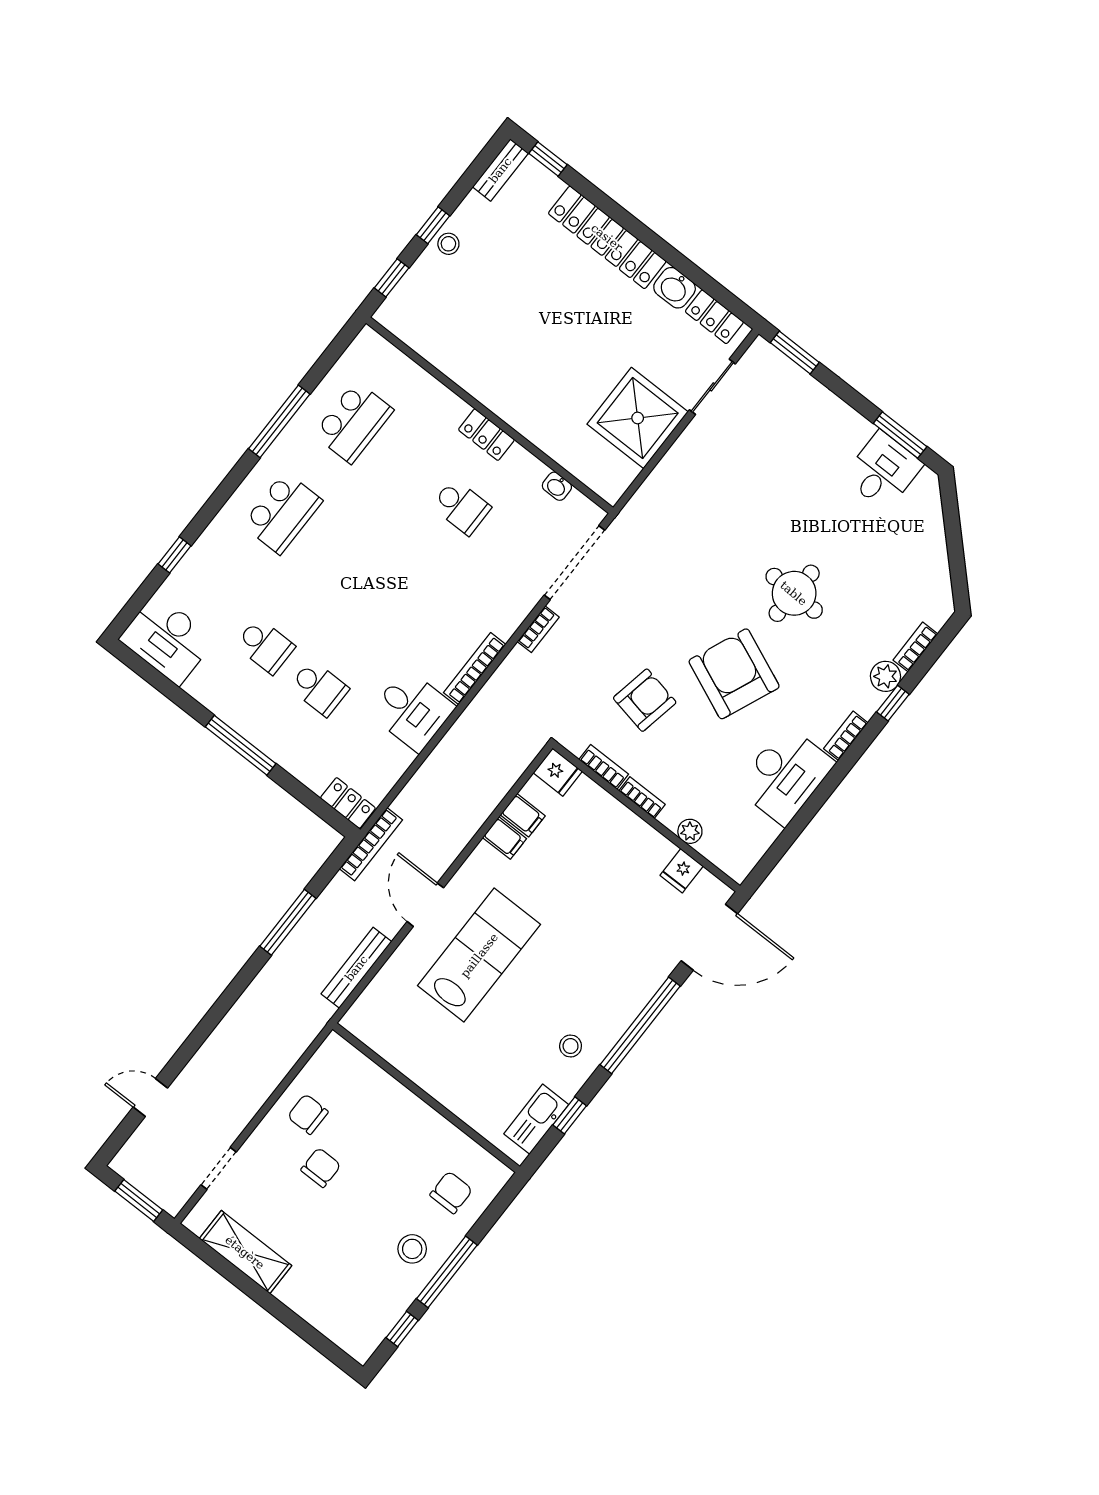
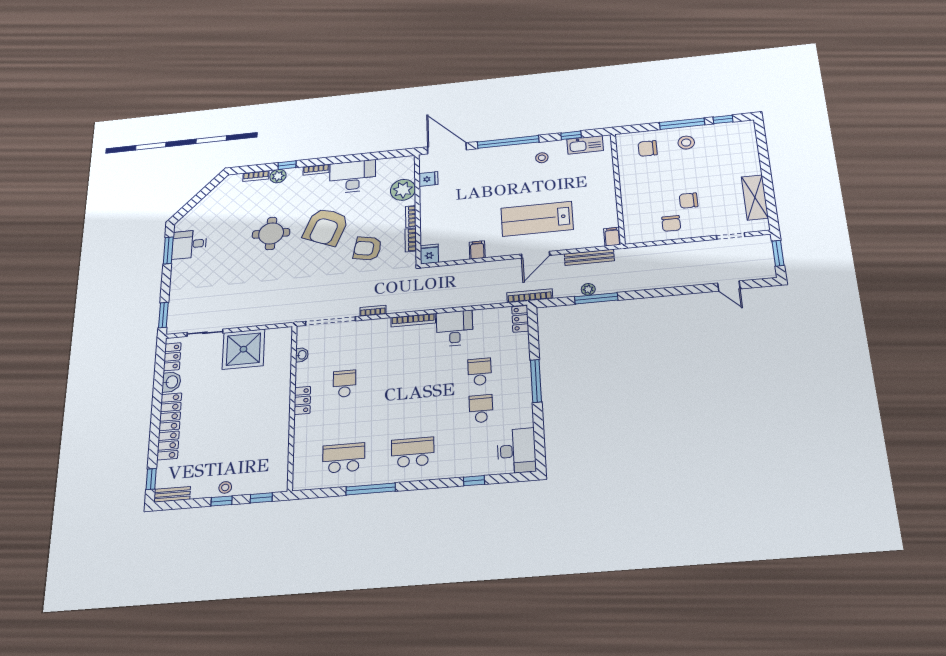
filing cabinet: (523, 815) -> (612, 237), moved
plant: (690, 831) -> (403, 190), width x1.88, depth x1.88
plant: (310, 924) -> (588, 289), added

